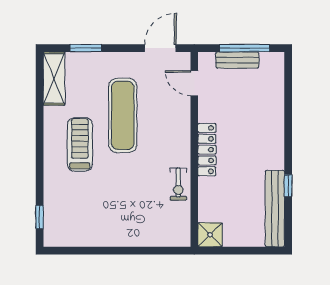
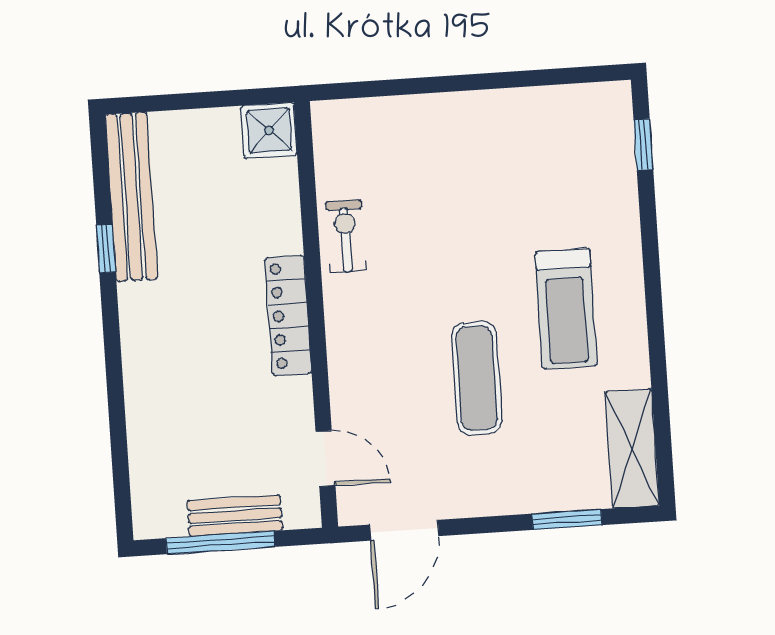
exercise mat: (123, 115) -> (477, 378), width x0.73, depth x0.69

